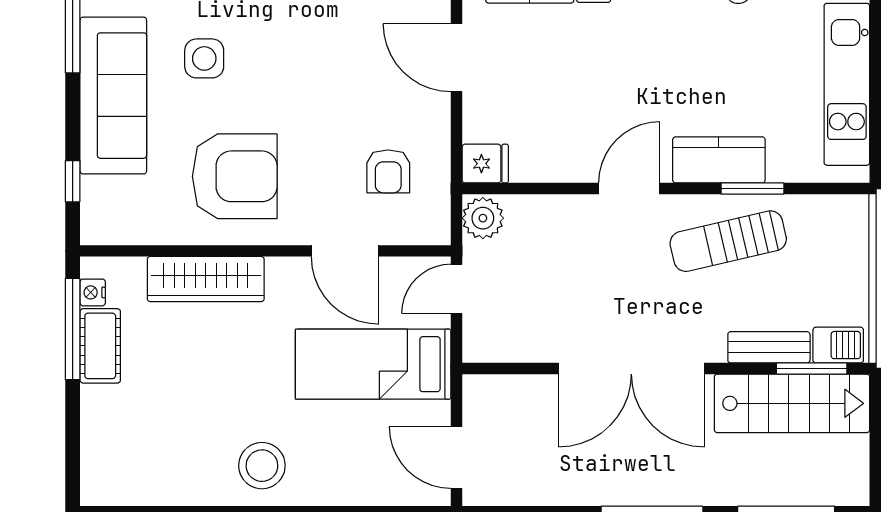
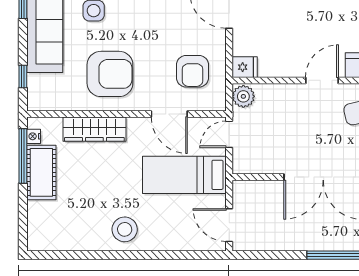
armchair: (388, 171) -> (192, 71), width x1.38, depth x1.38
cot: (100, 346) -> (41, 172), width x1.37, depth x1.34

